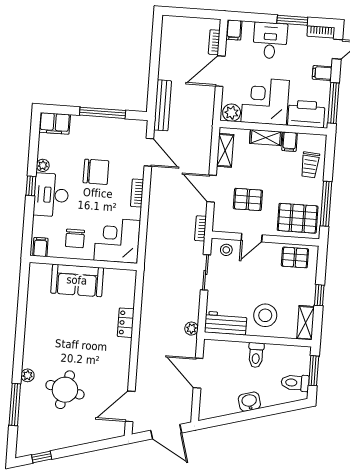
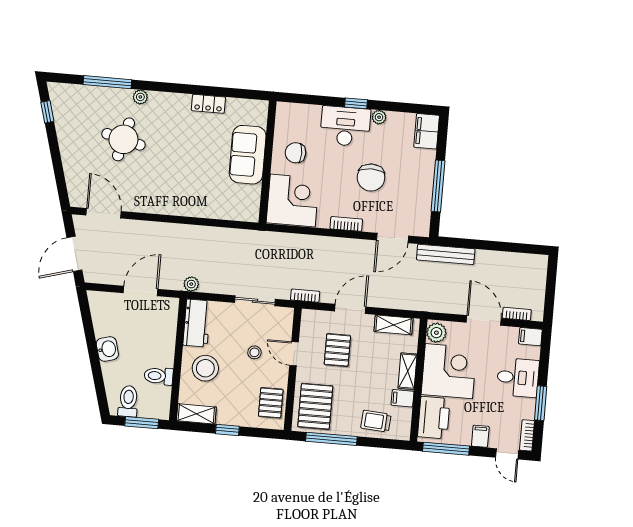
filing cabinet: (40, 247) -> (286, 113), removed
stool: (226, 250) -> (254, 352), moved
locker: (126, 323) -> (208, 104), moved, turned 180
toilet: (256, 355) -> (159, 376), moved

